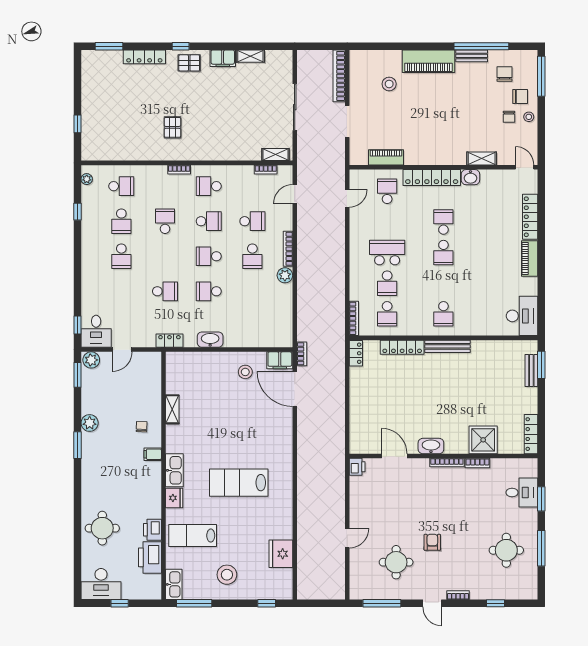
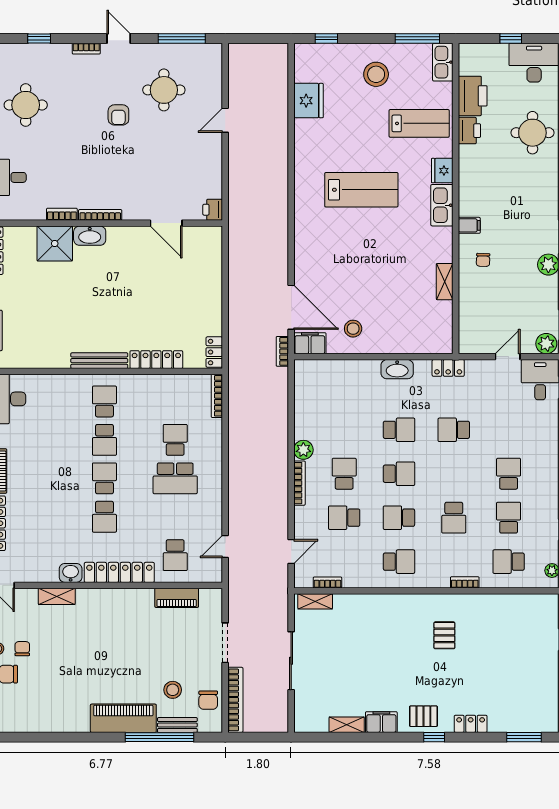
window: (481, 46) -> (160, 737), moved
bench: (472, 56) -> (177, 725), moved
locker: (144, 57) -> (471, 724), width x0.66
chair: (505, 74) -> (208, 700), moved
bookcase: (179, 170) -> (465, 582), moved
school desk: (387, 314) -> (104, 440), moved, turned 180
washbasin: (431, 446) -> (90, 236), moved

